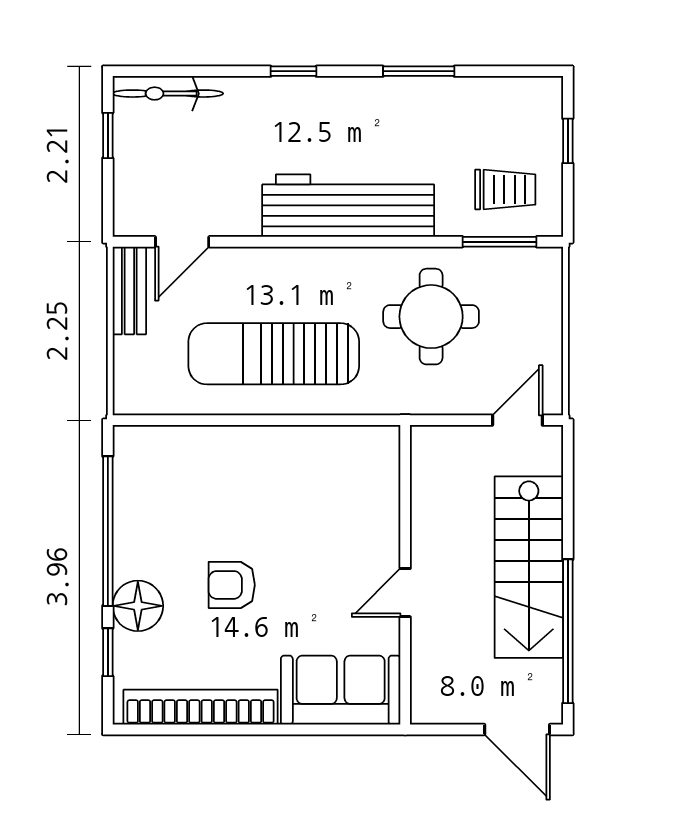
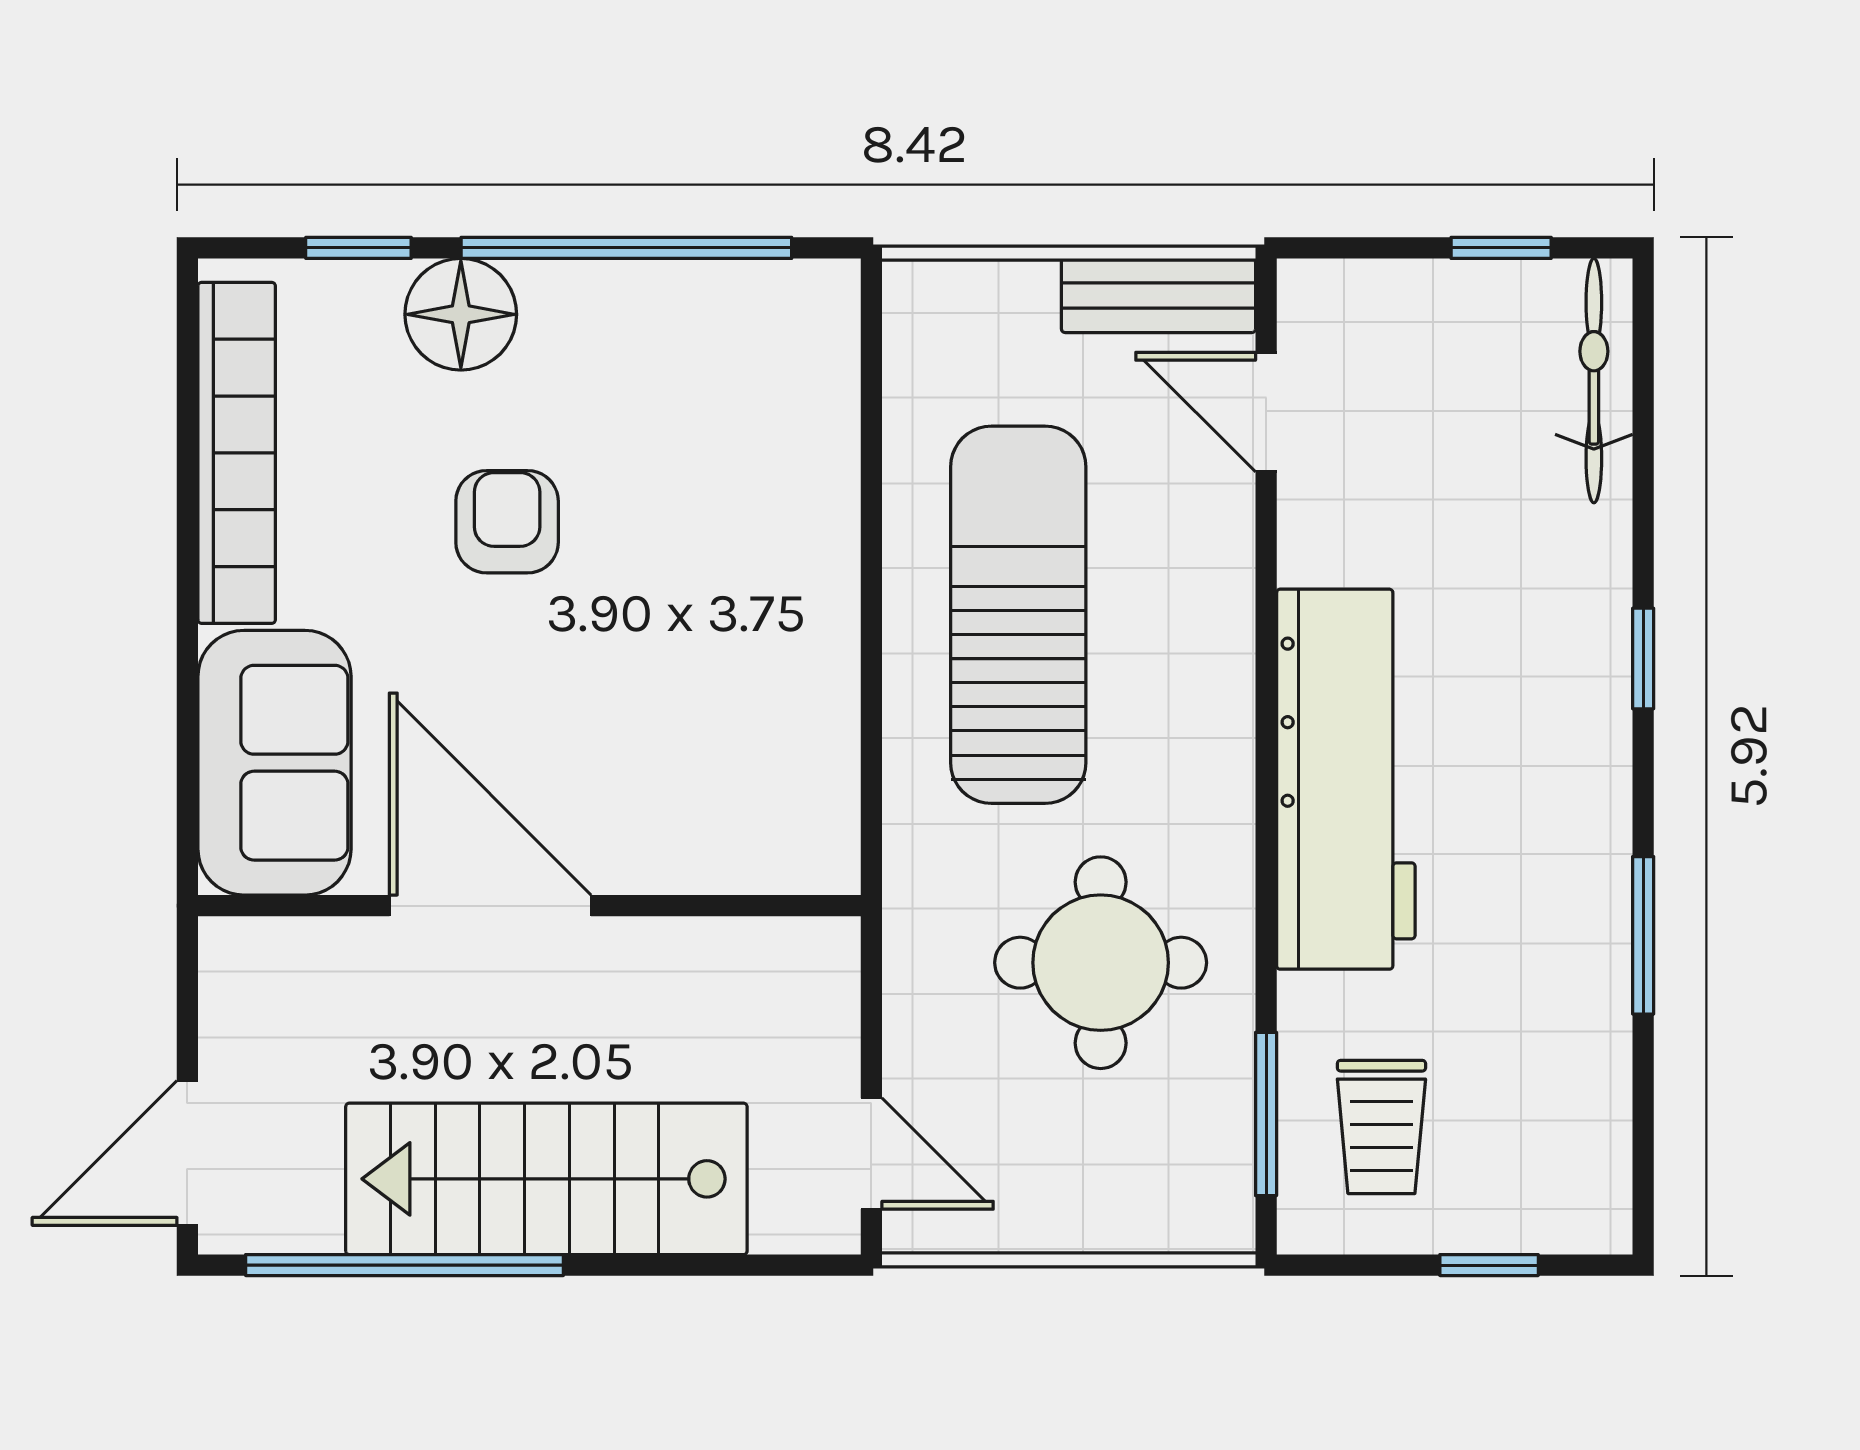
door: (405, 593) -> (490, 906), width x1.88

